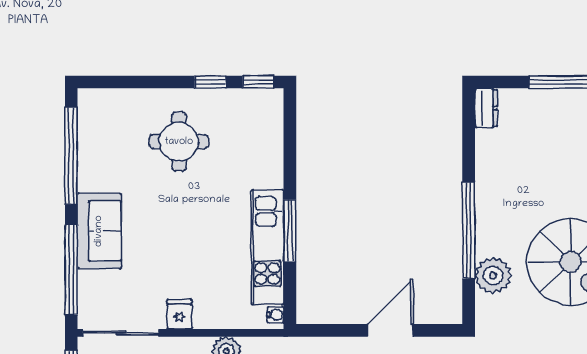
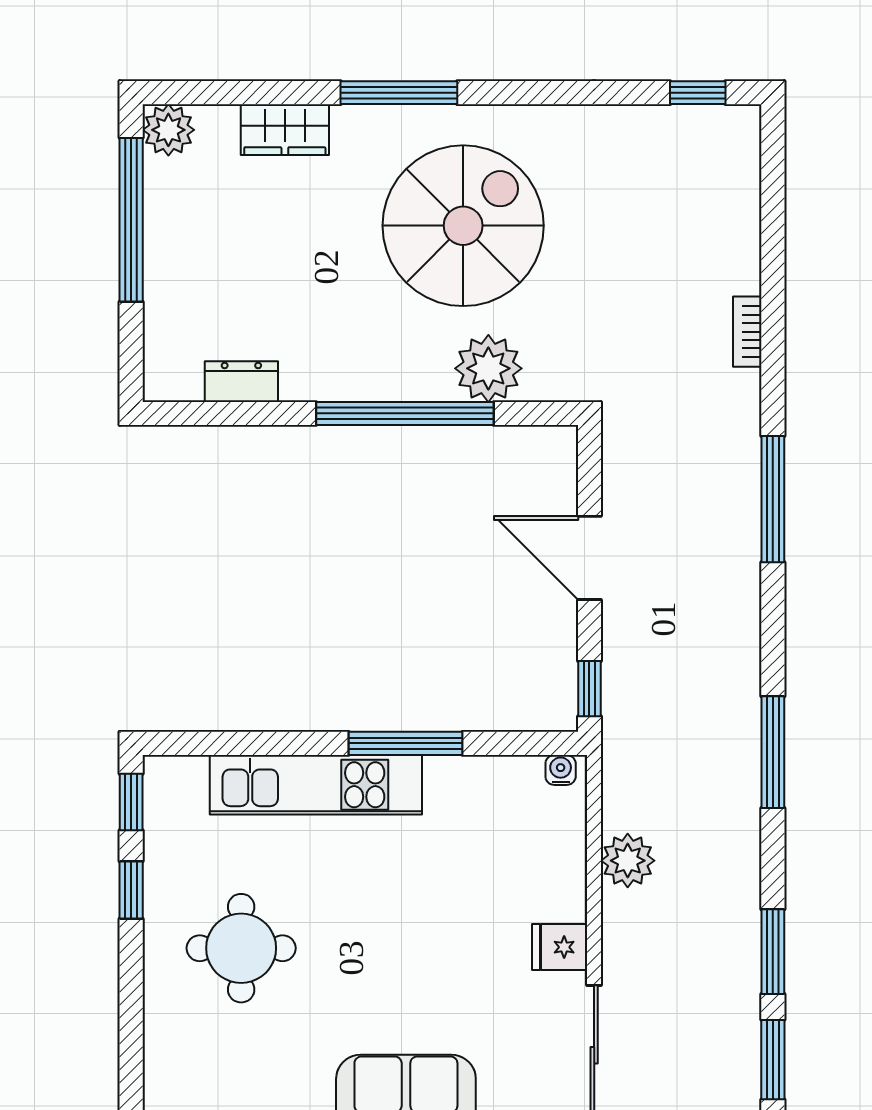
dresser: (486, 108) -> (241, 382), moved
kitchen unit: (267, 247) -> (316, 785), moved
window: (320, 330) -> (589, 689), added

